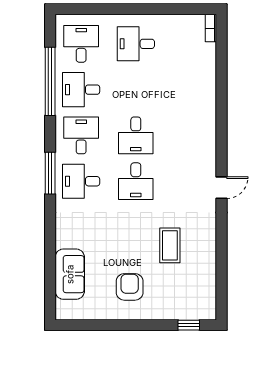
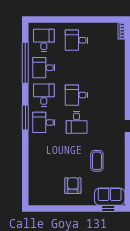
desk: (136, 135) -> (77, 95), turned 90
sofa: (70, 274) -> (110, 197), moved, turned -90

